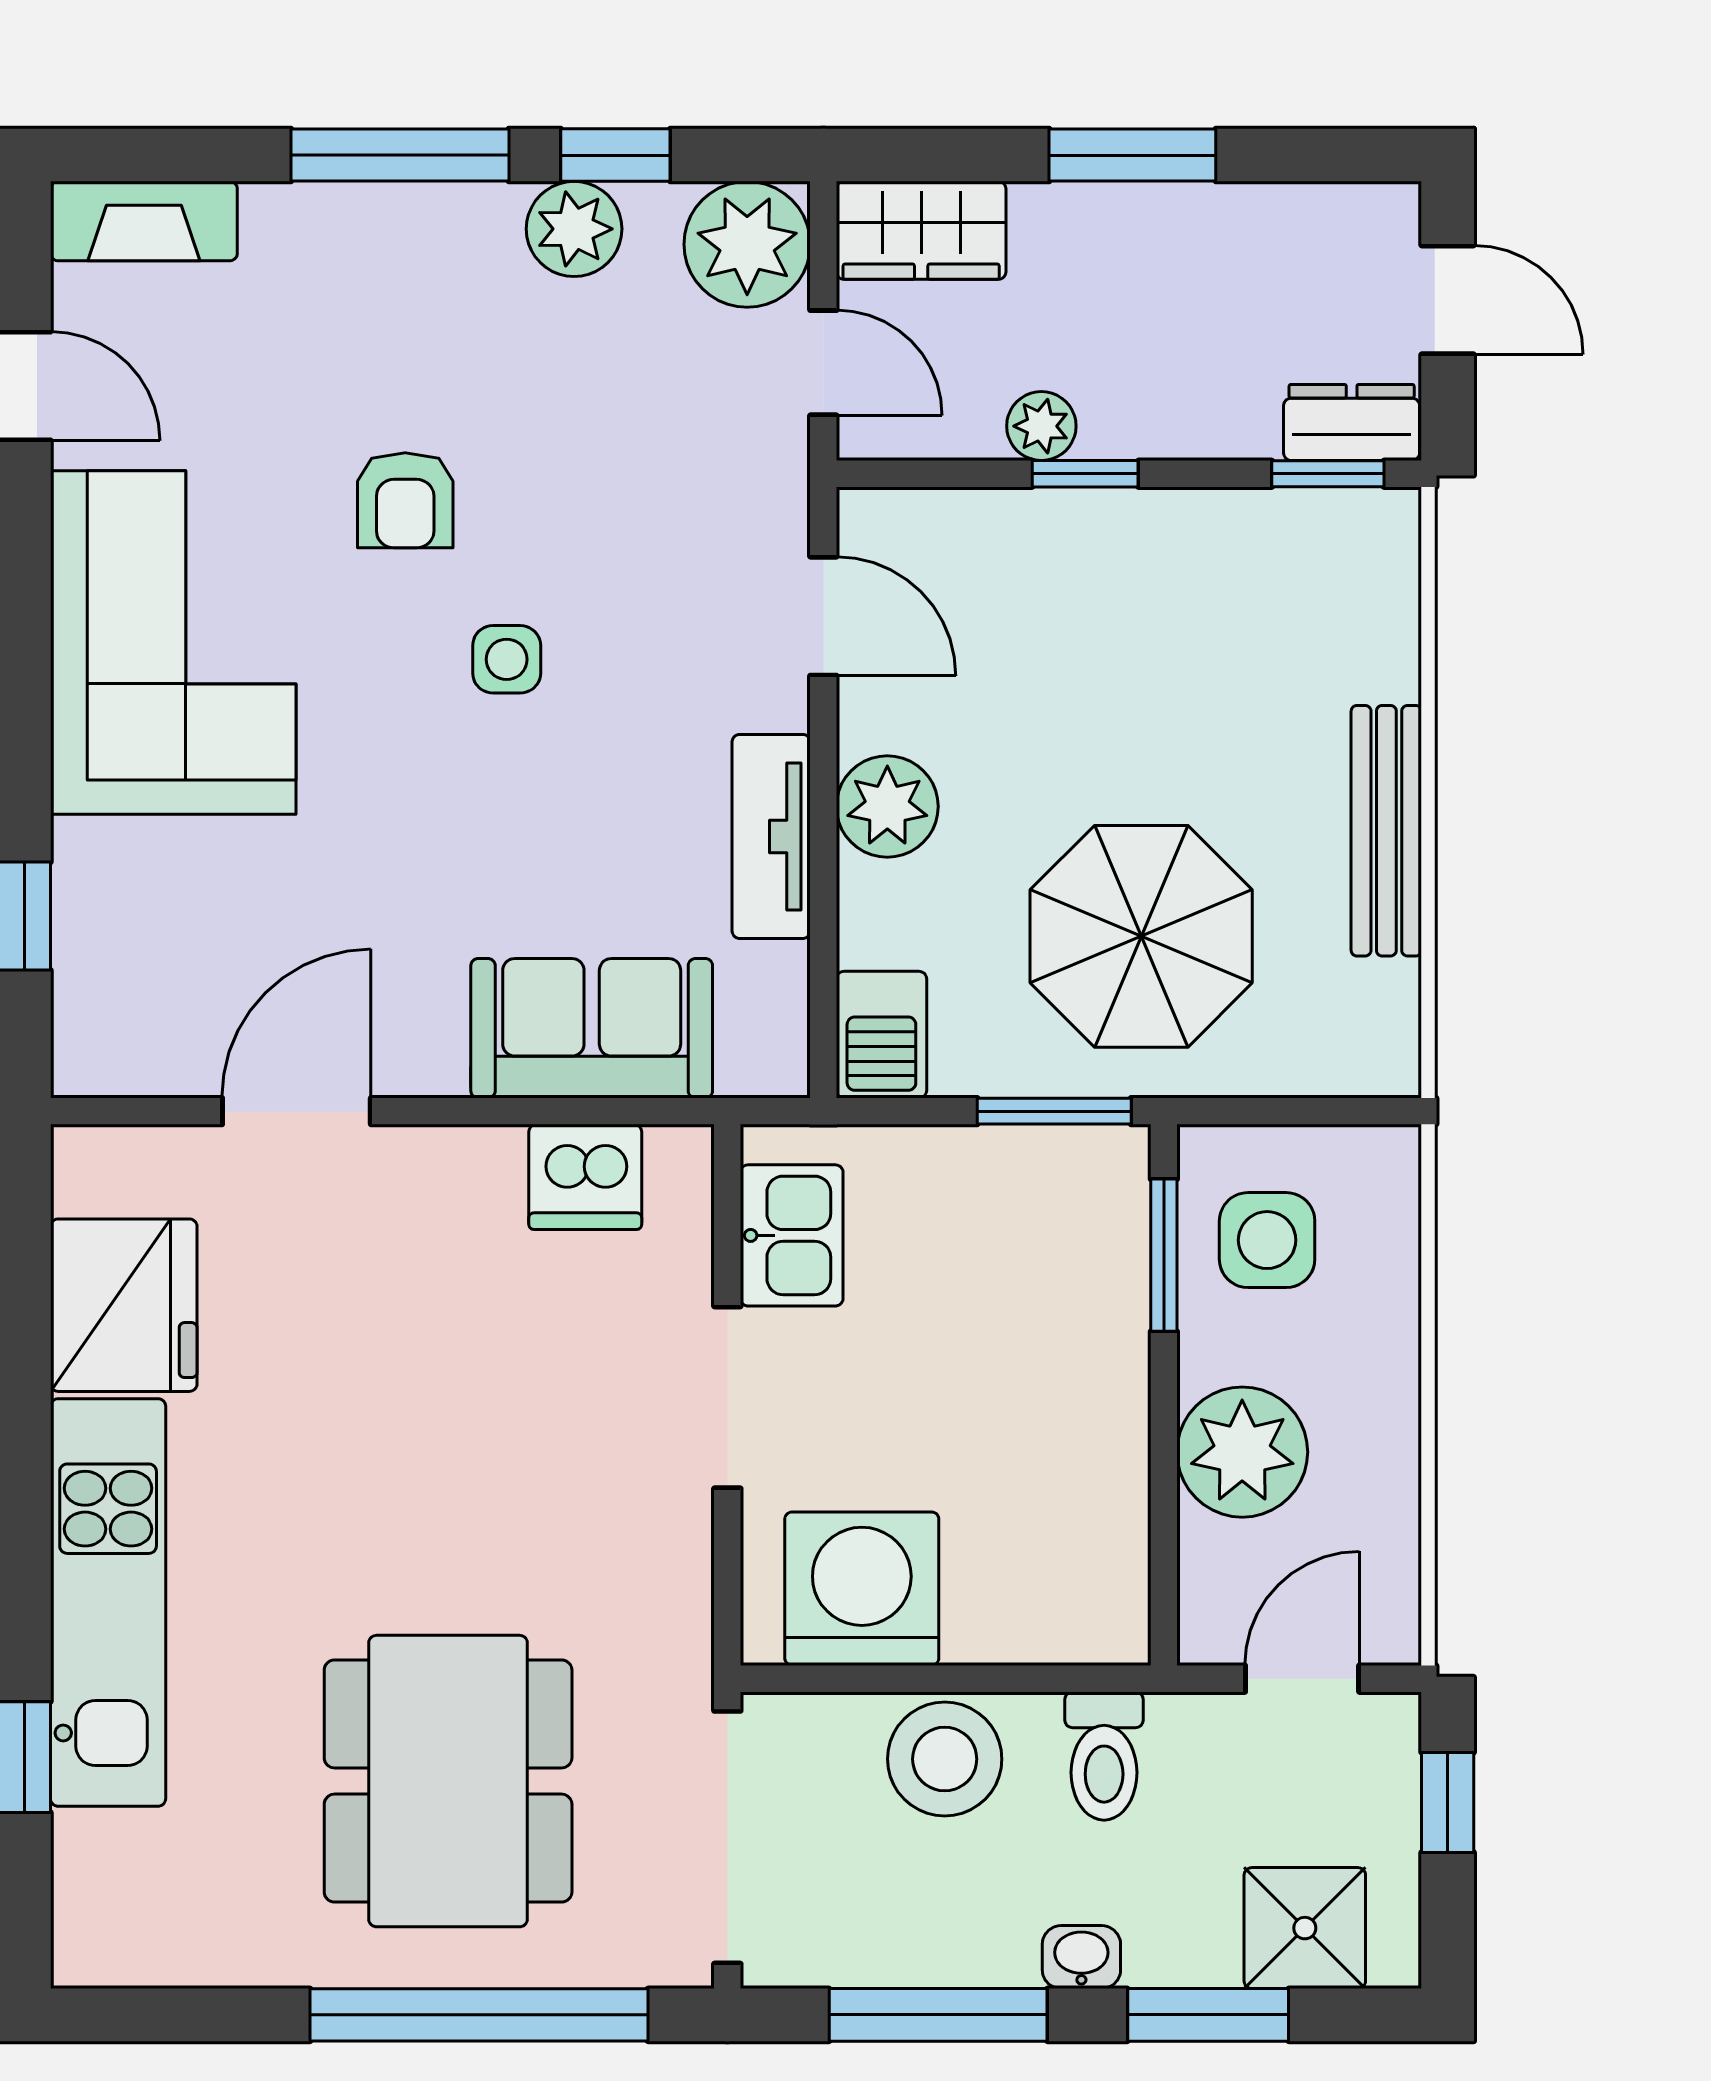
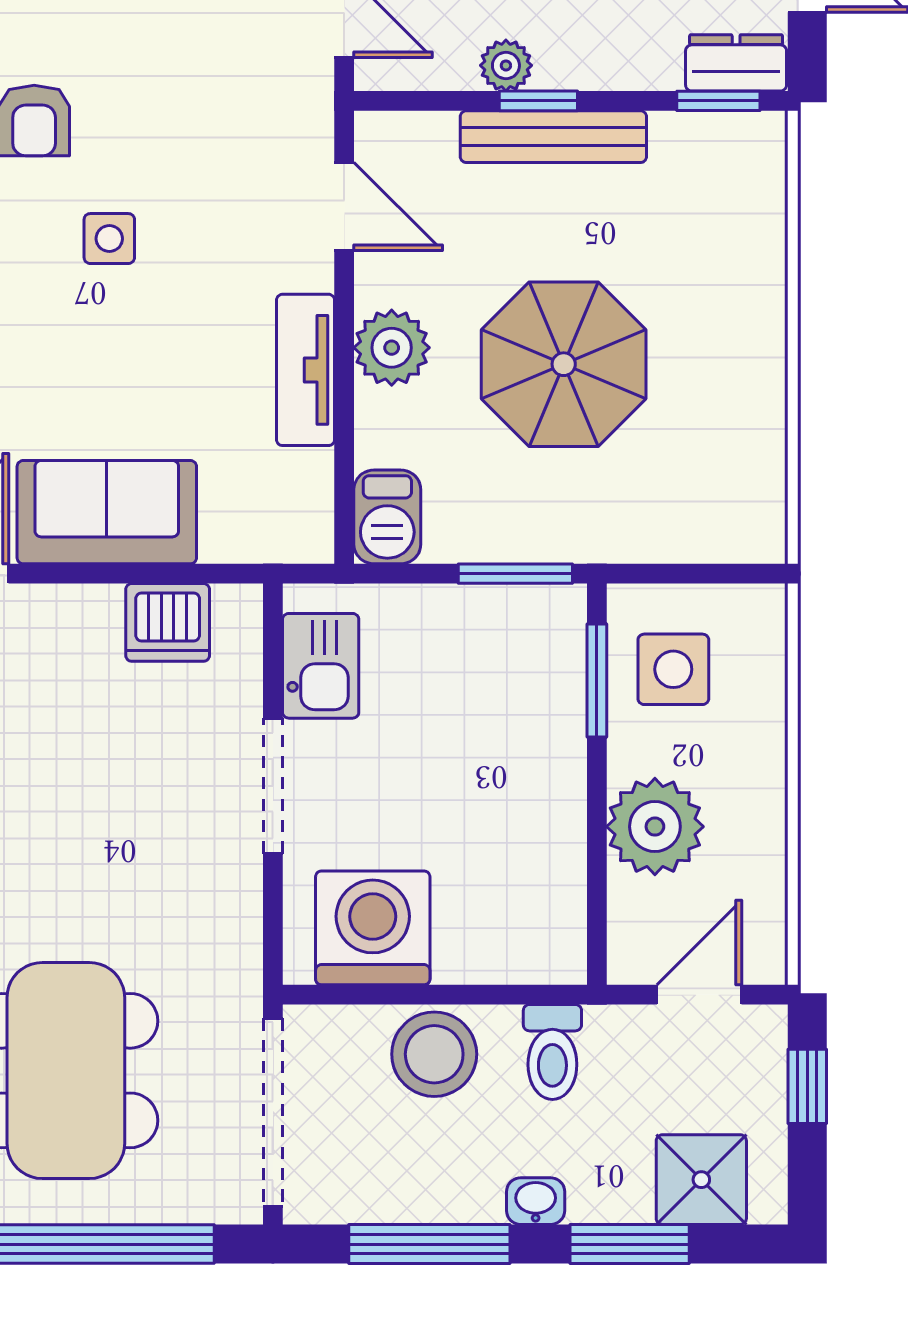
bench: (1386, 831) -> (553, 137), moved, turned 90
parasol: (1141, 936) -> (564, 364), moved
sofa: (592, 1028) -> (107, 512), moved

